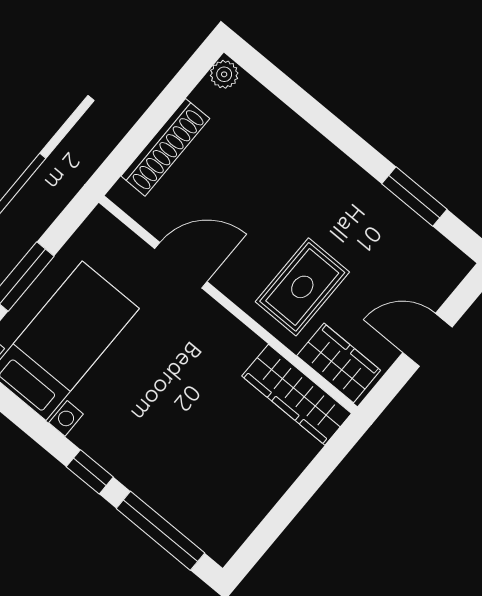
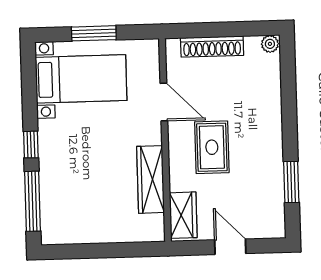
rug: (302, 287) -> (212, 147), moved, turned 90
wardrobe: (297, 395) -> (150, 179), moved

